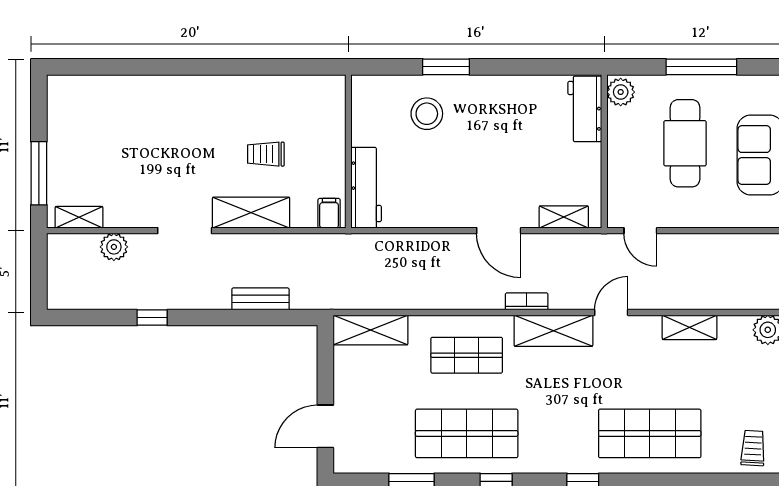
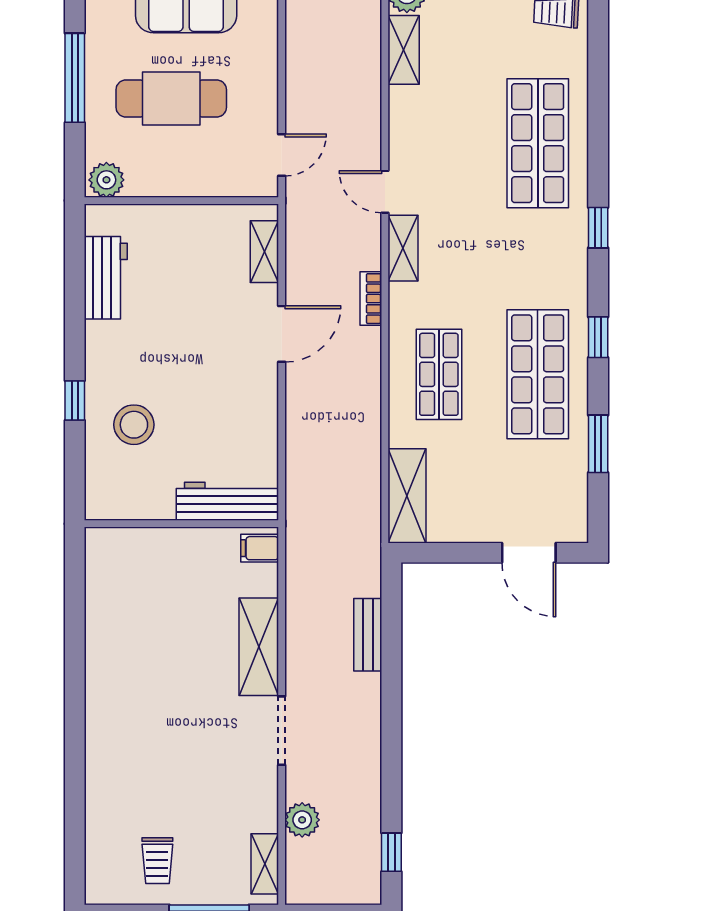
window: (446, 67) -> (75, 400), width x0.67
workbench: (585, 109) -> (106, 278), moved, turned -90
trolley: (266, 154) -> (157, 861), moved
window: (152, 318) -> (391, 852), moved
shelving: (690, 327) -> (404, 50), moved
shelving: (553, 331) -> (403, 248), width x0.67, depth x0.75

